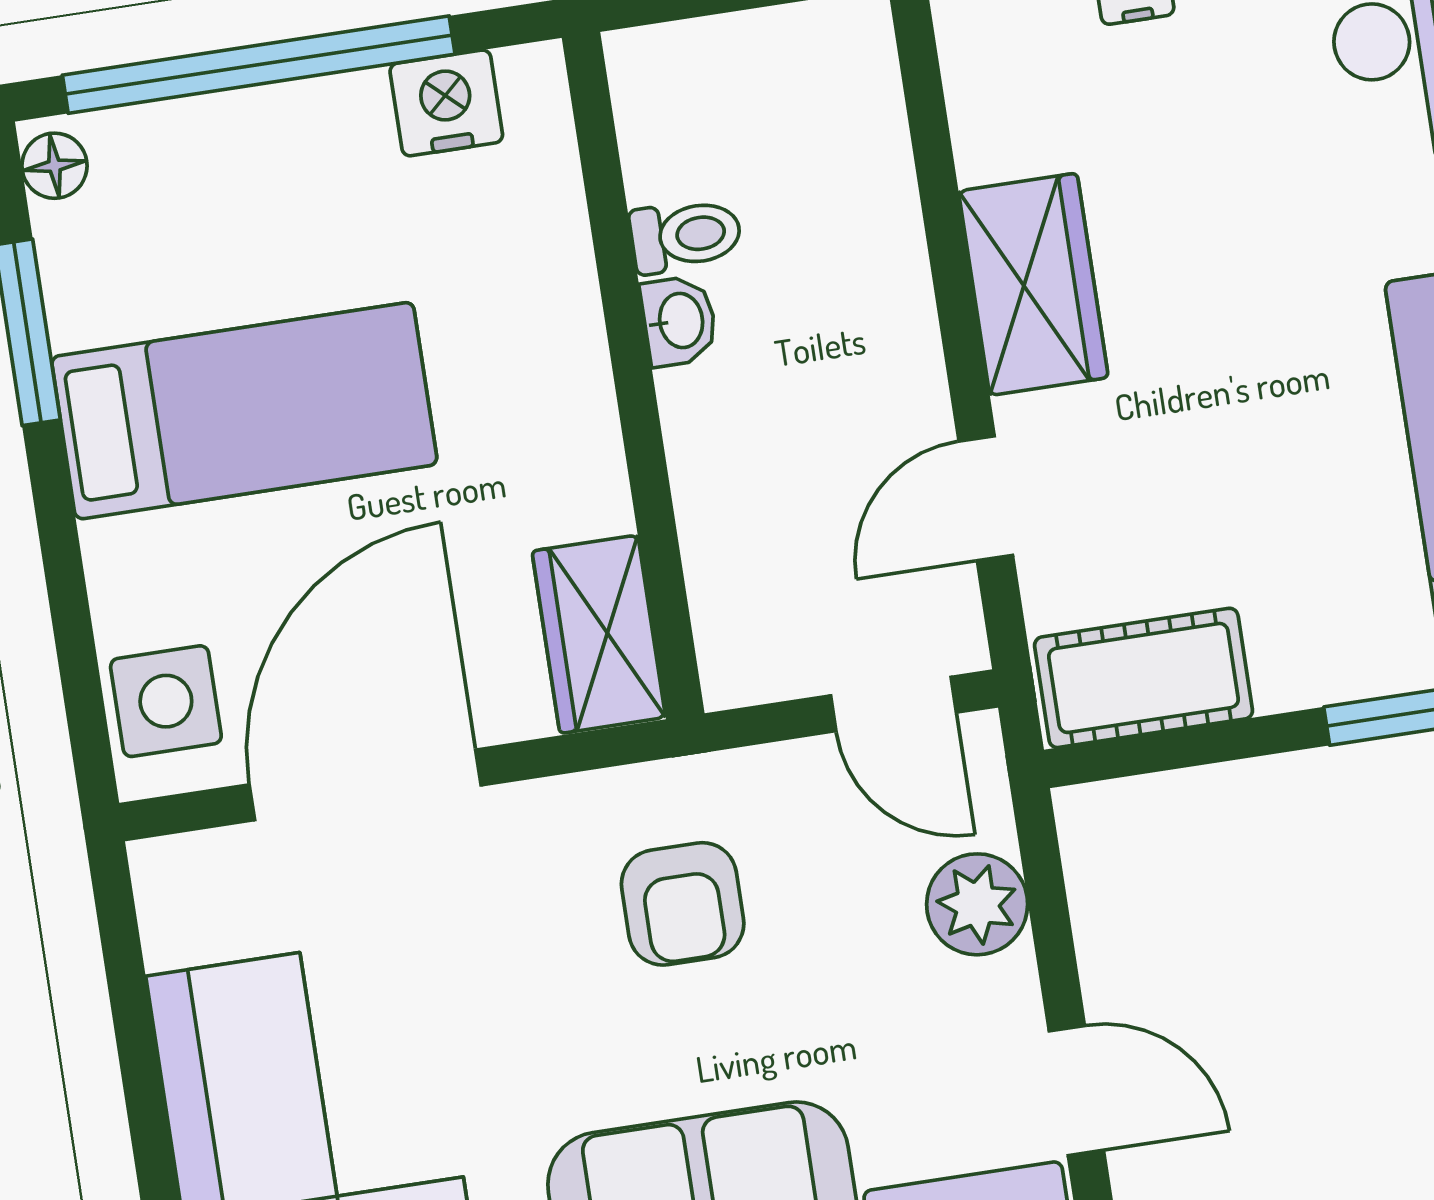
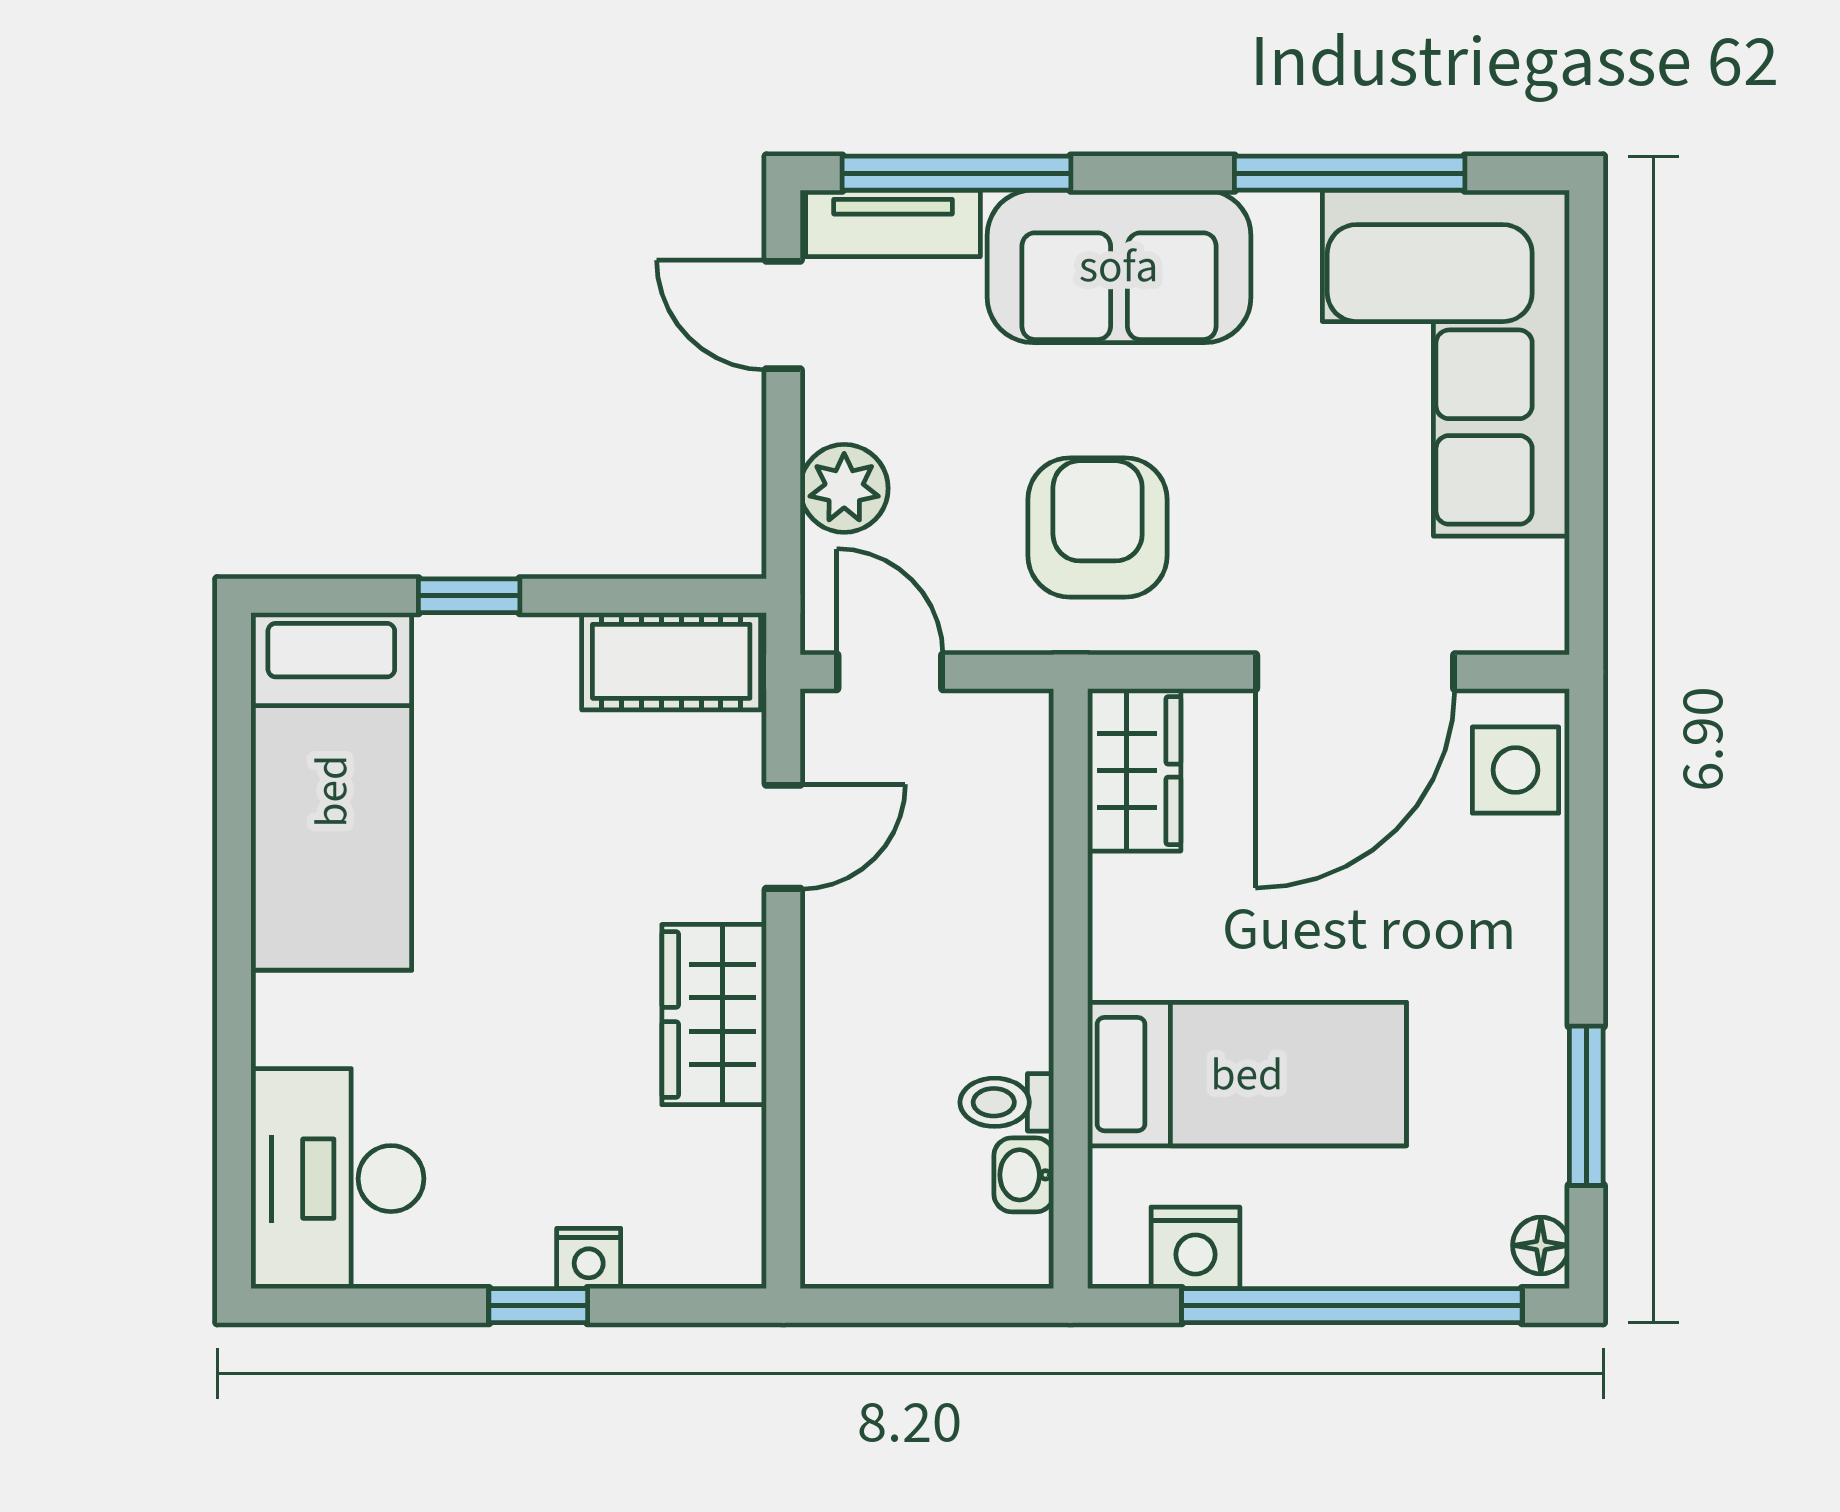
washbasin: (679, 321) -> (1024, 1175), moved
bed: (244, 411) -> (1247, 1074), moved, turned 180
armchair: (683, 904) -> (1098, 528), width x1.38, depth x1.38

